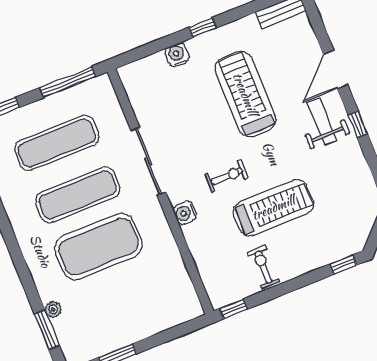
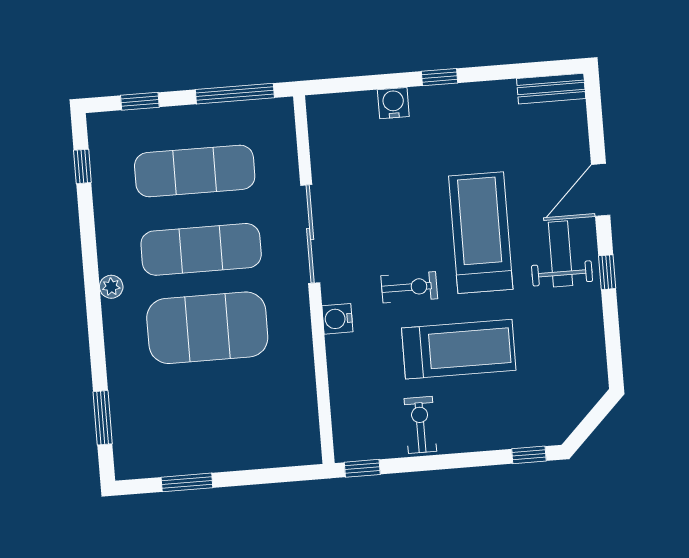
treadmill: (245, 94) -> (481, 233), moved
plant: (53, 309) -> (111, 287), moved

